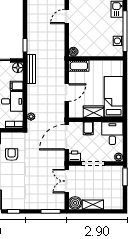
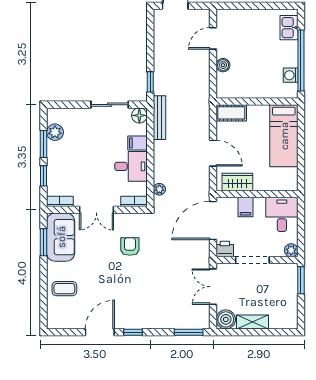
boiler: (73, 52) -> (223, 65), moved
door: (67, 93) -> (213, 153), hinge flipped
bed: (114, 97) -> (284, 136), moved, turned 180
wardrobe: (93, 112) -> (237, 182), moved

